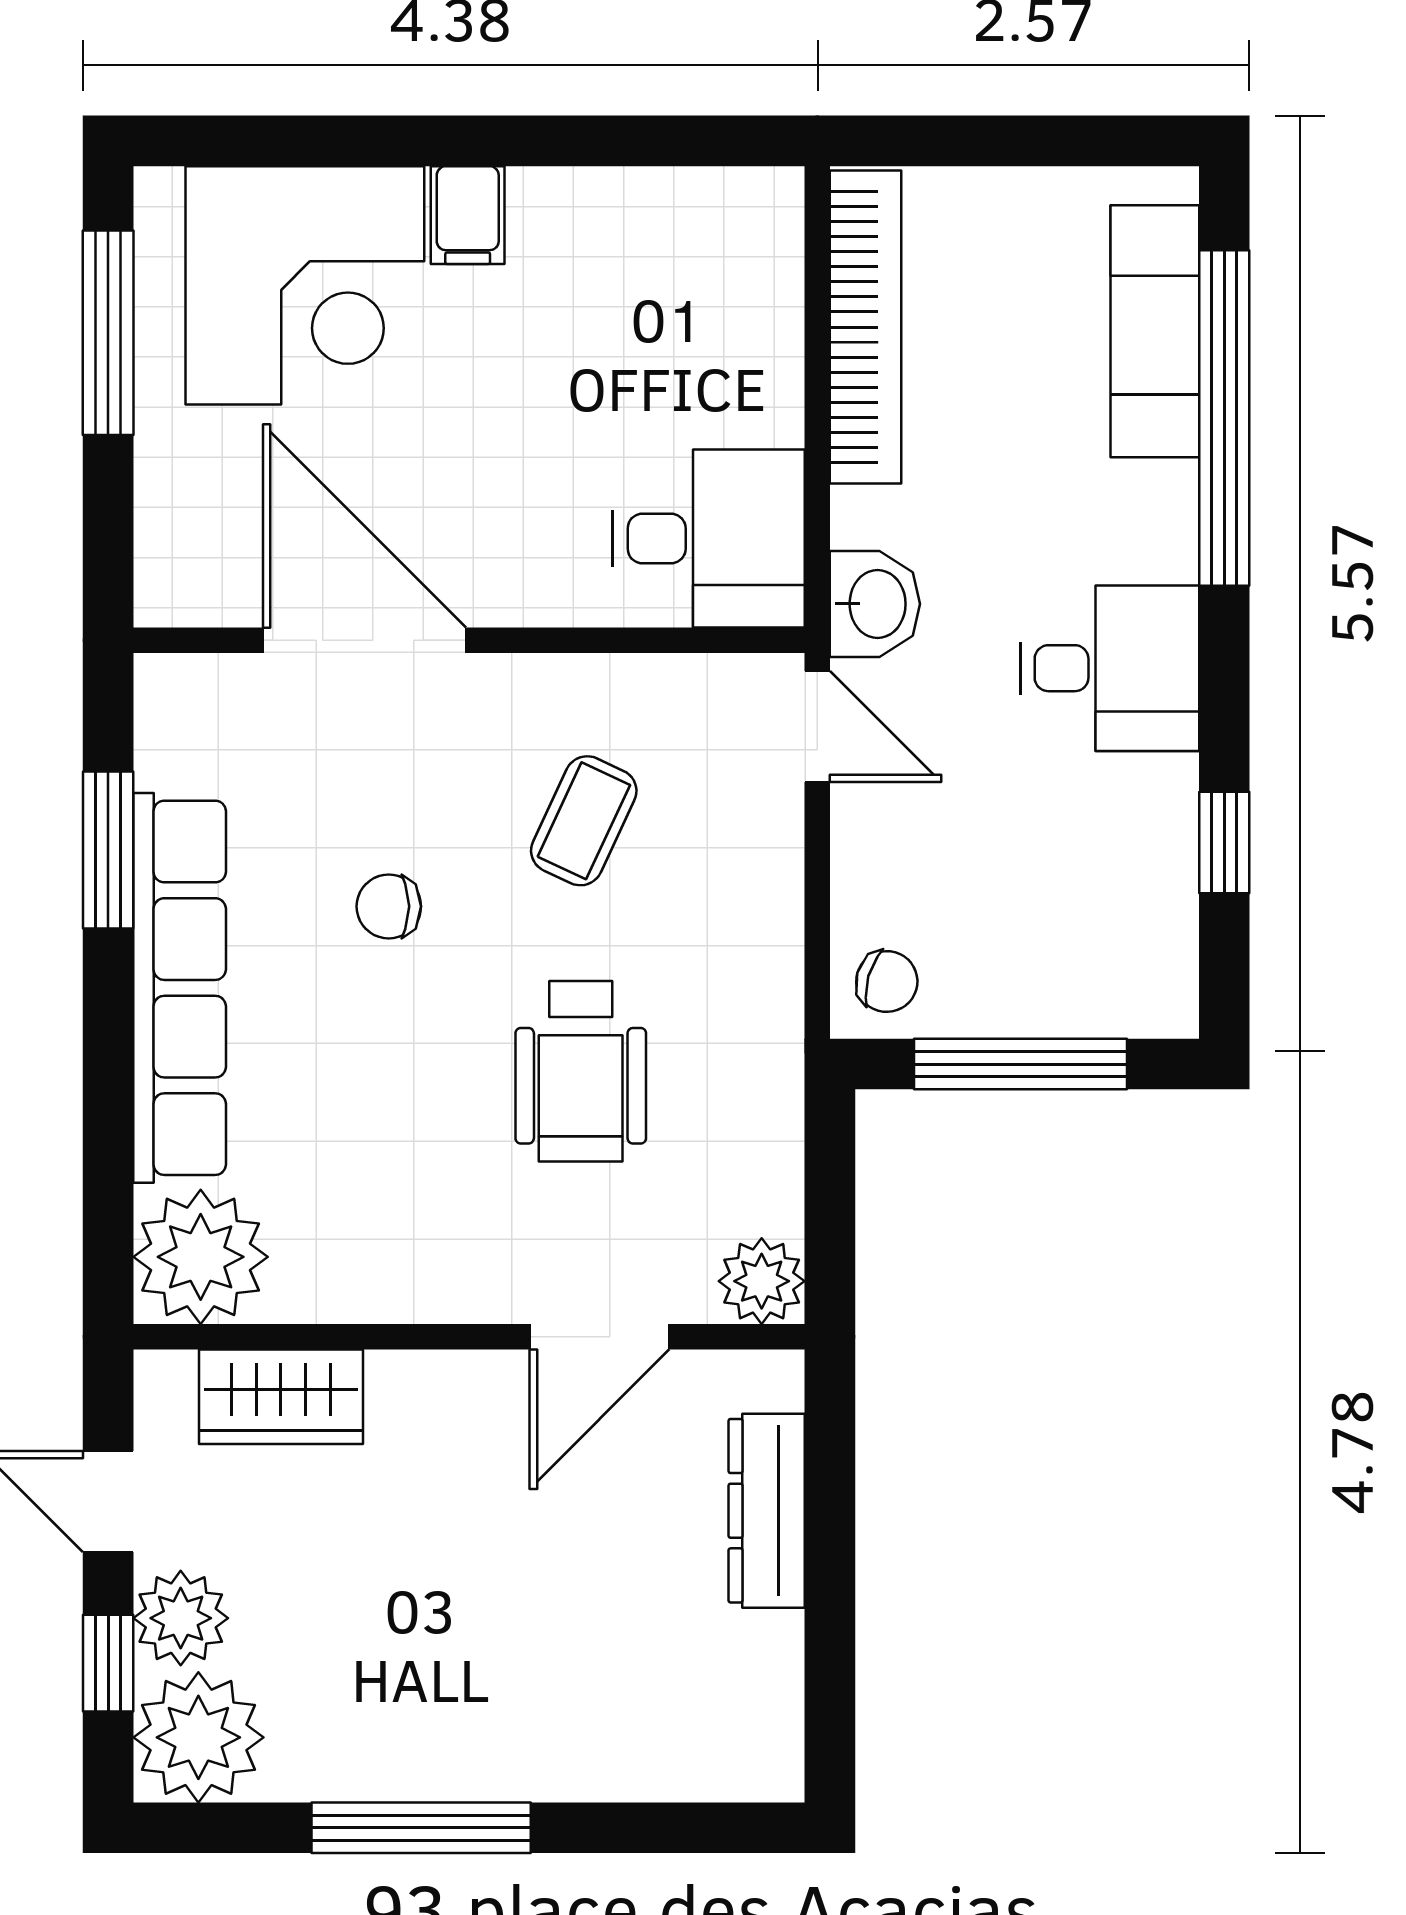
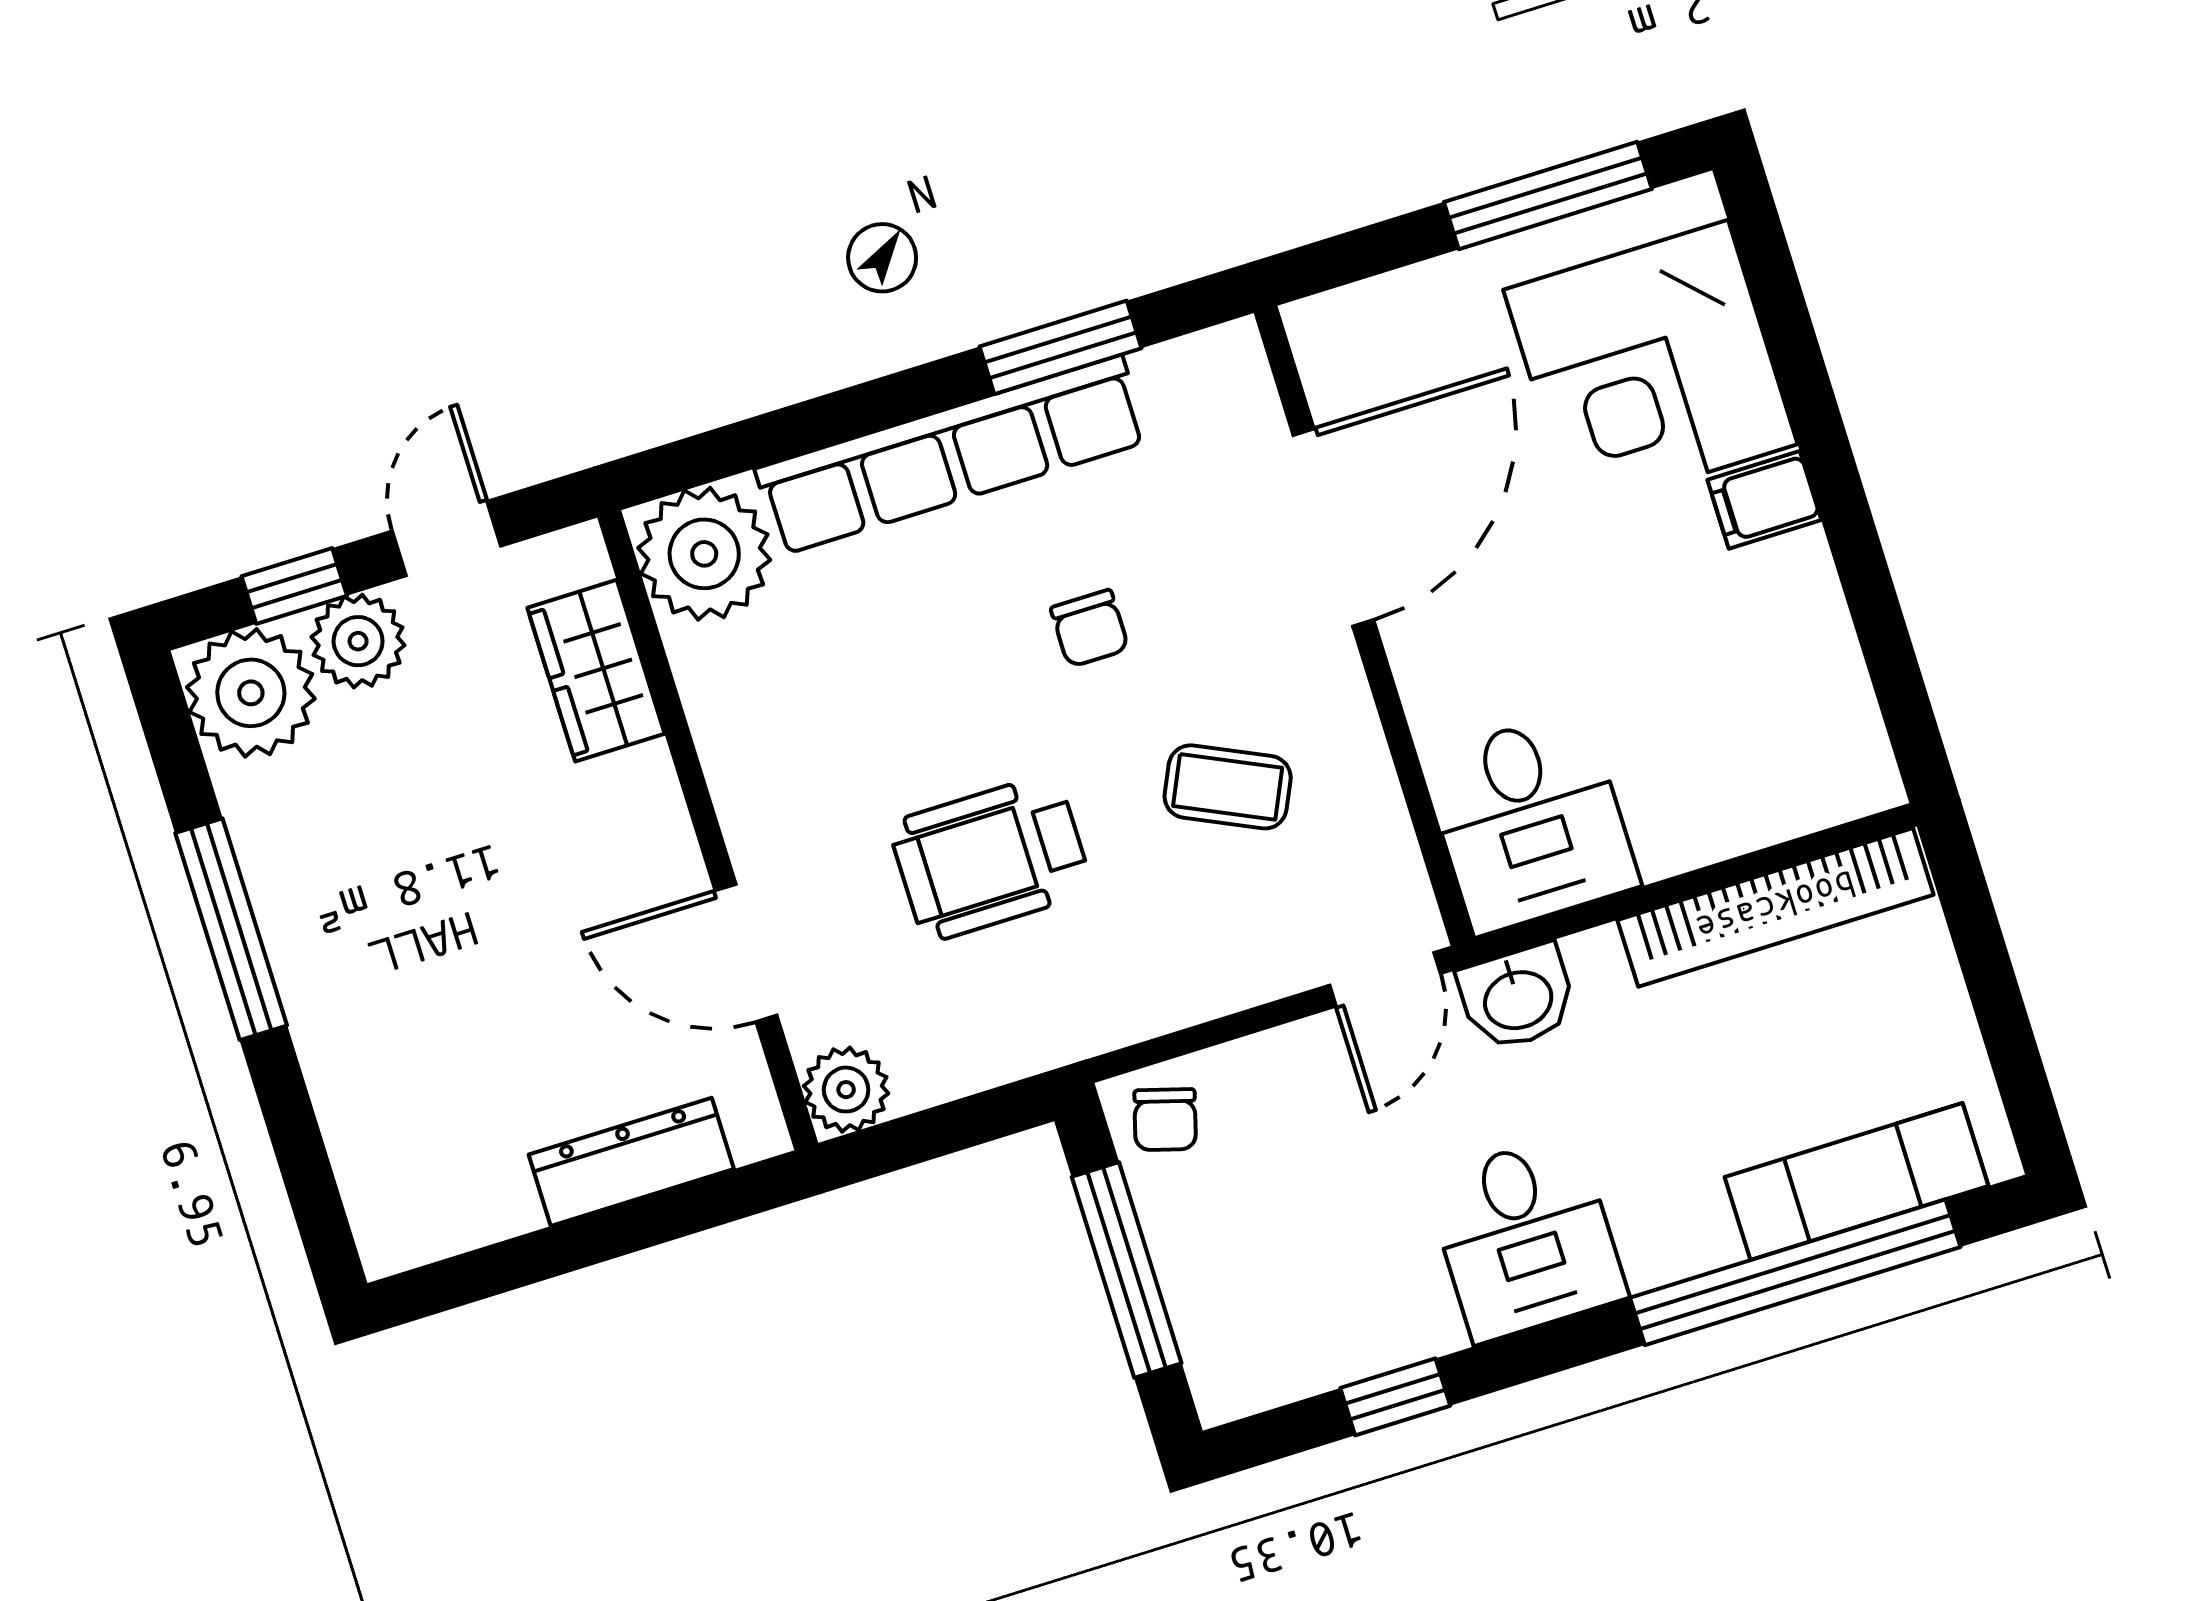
chair: (389, 906) -> (1090, 628), turned 180

